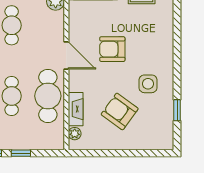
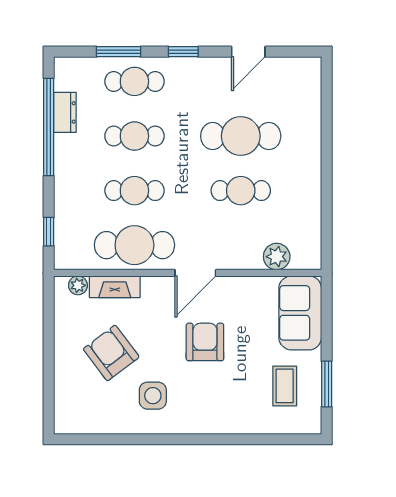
window: (177, 110) -> (113, 439), removed
armchair: (120, 111) -> (111, 353), turned -73
window: (21, 153) -> (49, 232), moved

